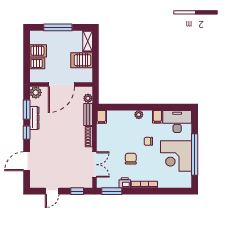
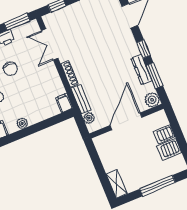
server rack: (82, 60) -> (114, 159), removed

